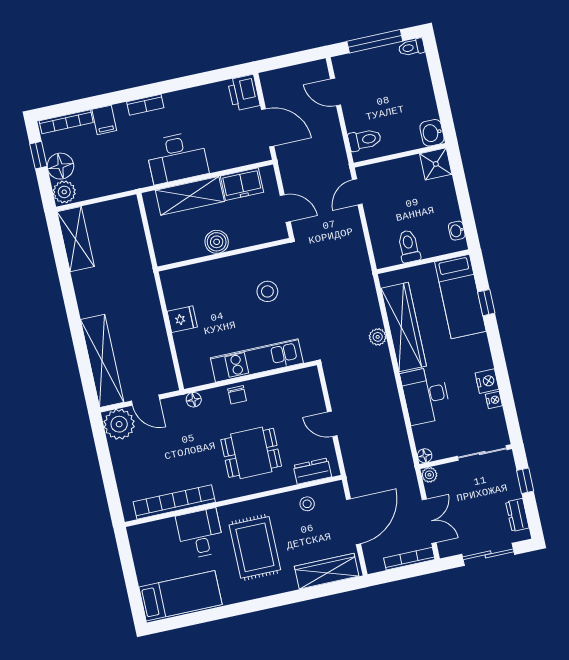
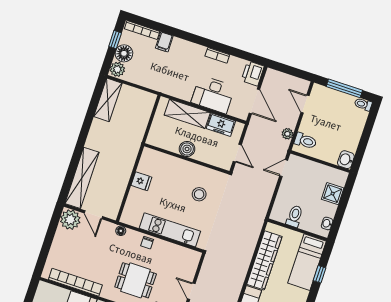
bookcase: (145, 105) -> (217, 55), moved
desk: (177, 158) -> (213, 94), moved
shower: (436, 164) -> (333, 194), moved
plant: (378, 337) -> (287, 134), moved

